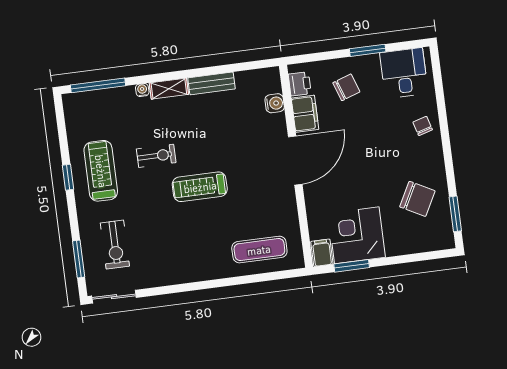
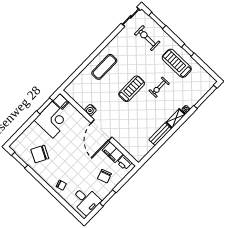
water cooler: (275, 103) -> (90, 110), moved
treadmill: (101, 171) -> (177, 63), turned 180
exercise mat: (259, 250) -> (104, 67), moved

